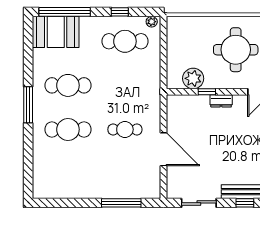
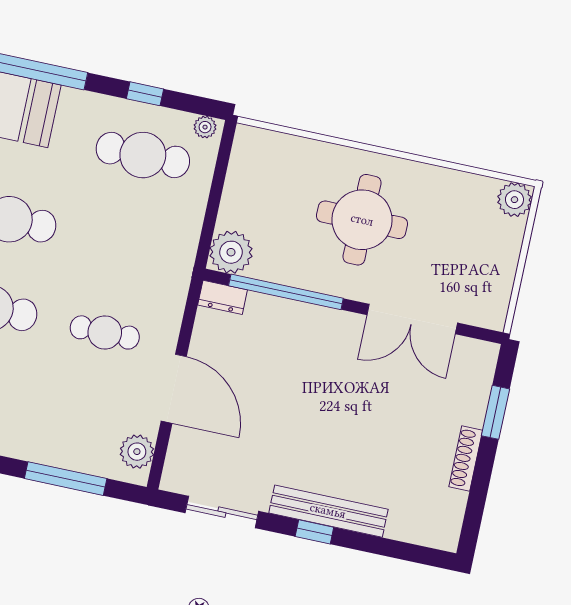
plant: (193, 78) -> (231, 252), moved
window: (207, 92) -> (286, 292), width x3.17
dresser: (221, 101) -> (223, 297), moved
plant: (152, 183) -> (137, 452), added

